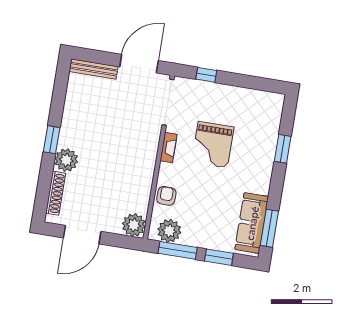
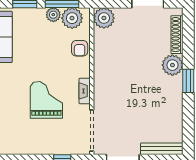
plant: (189, 238) -> (53, 15), added

